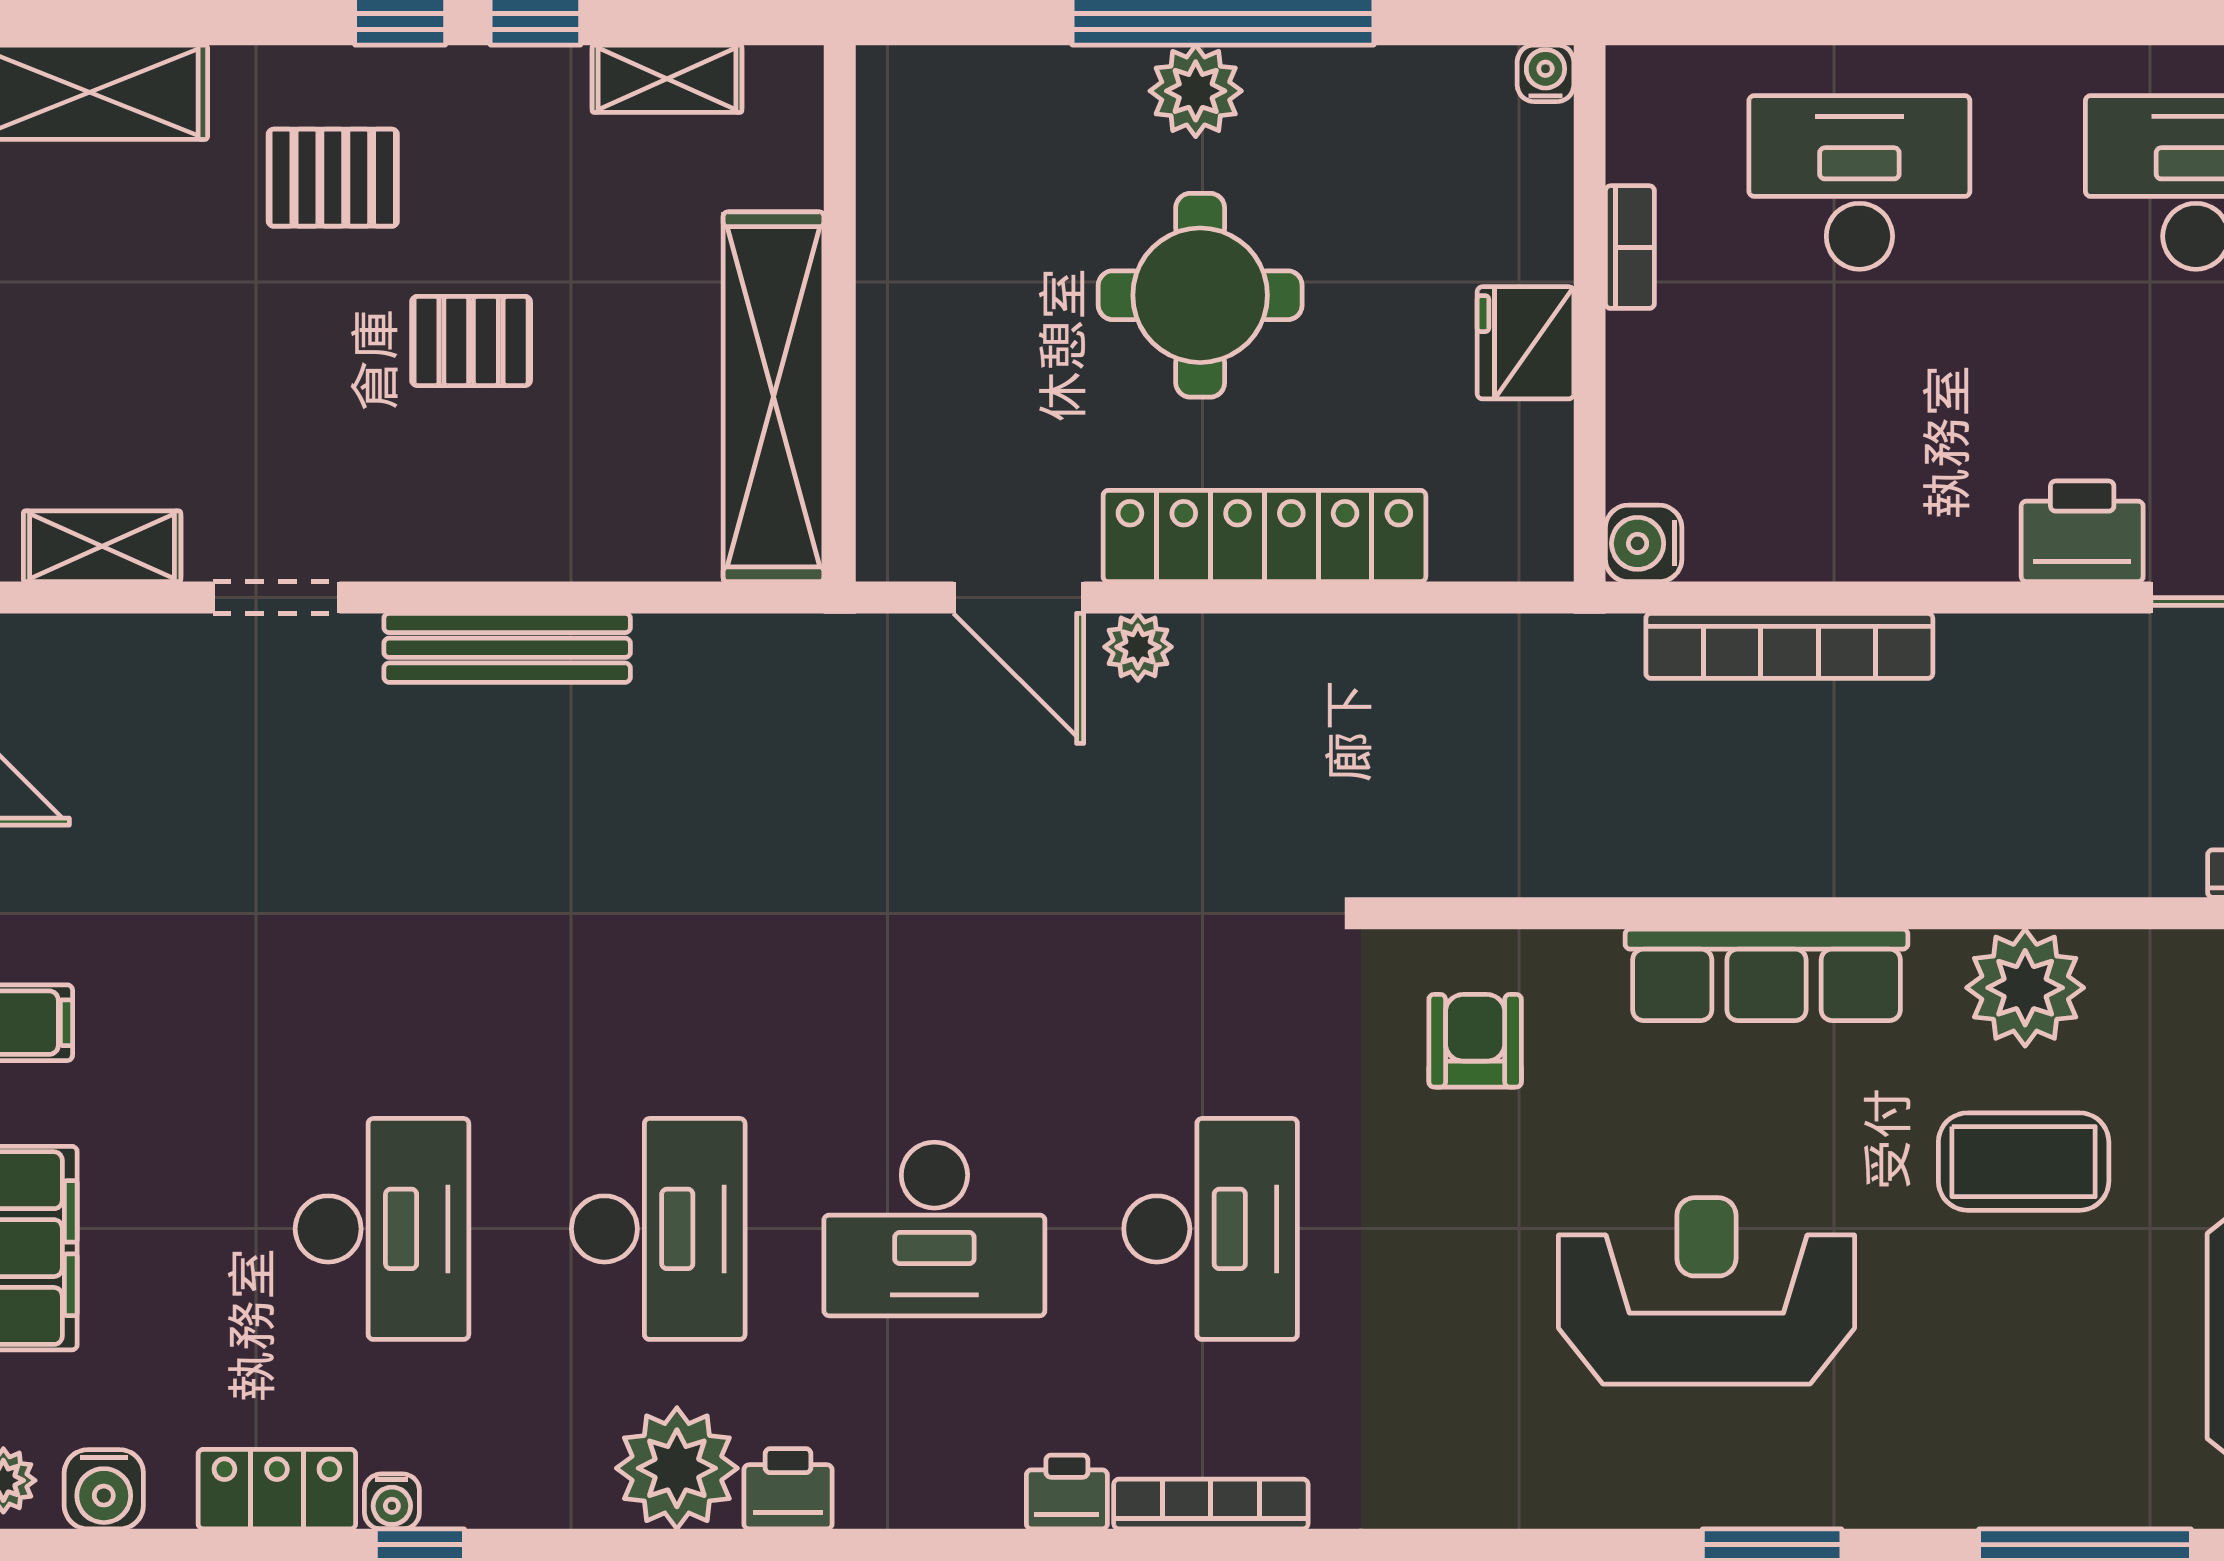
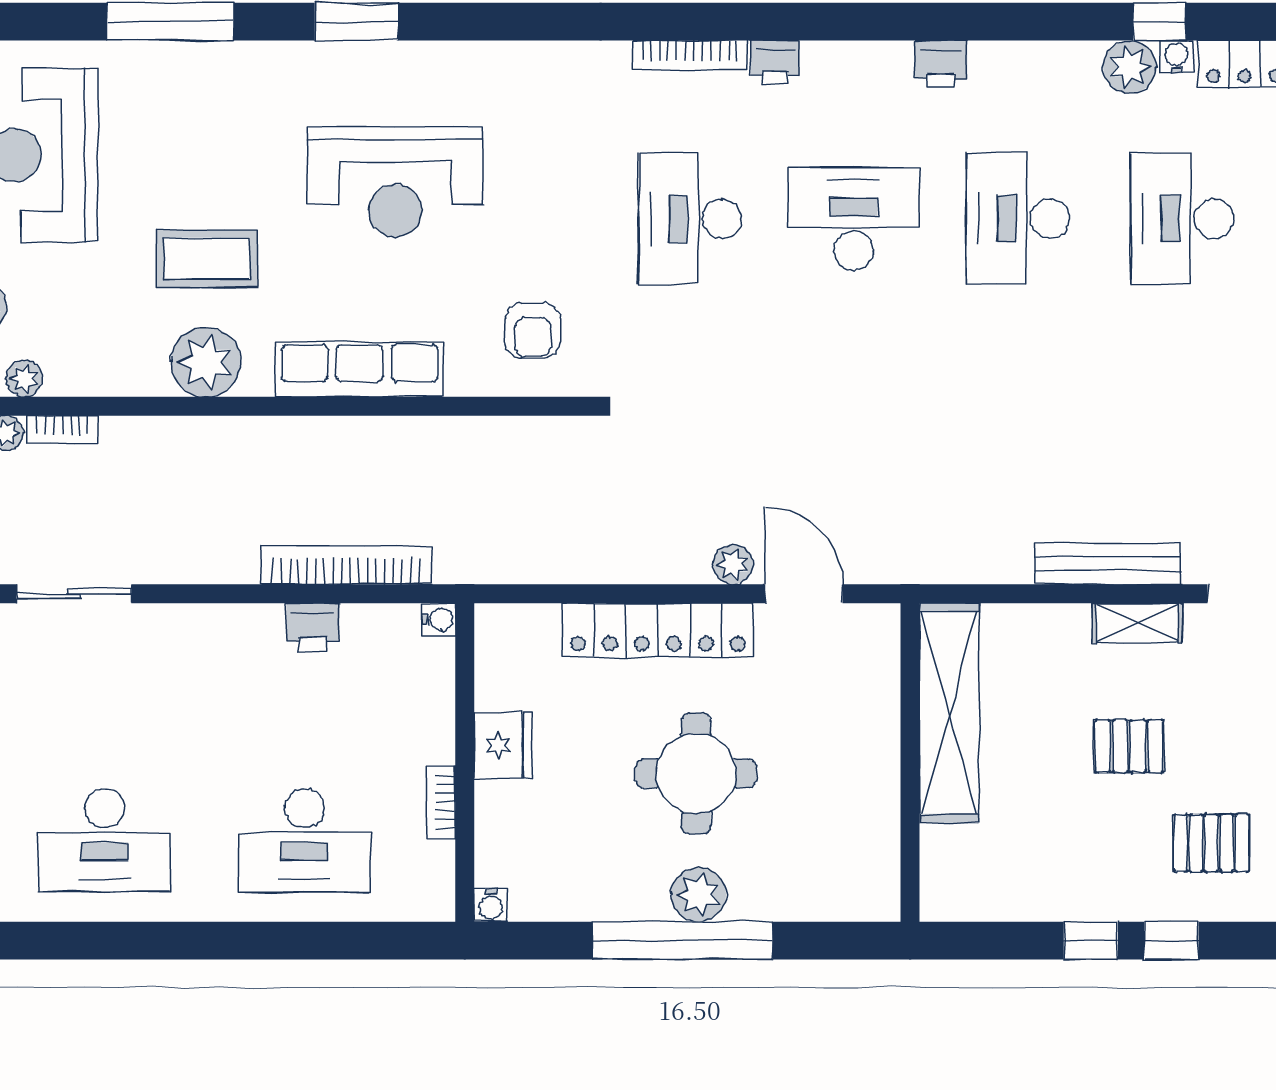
shelving: (667, 79) -> (1137, 623), moved
printer: (2082, 531) -> (313, 627), moved, width x0.73, depth x0.81
water cooler: (1644, 543) -> (439, 620), width x0.72, depth x0.72
plant: (677, 1468) -> (1130, 67), moved, width x0.73, depth x0.73

